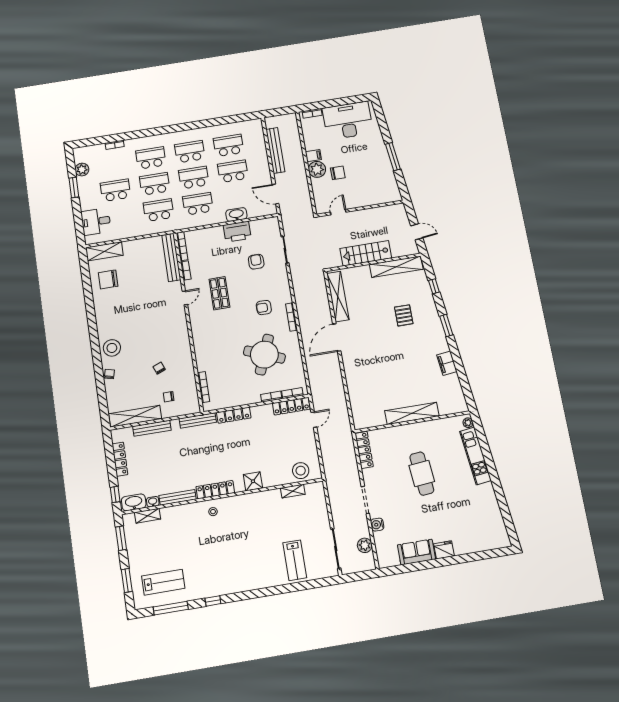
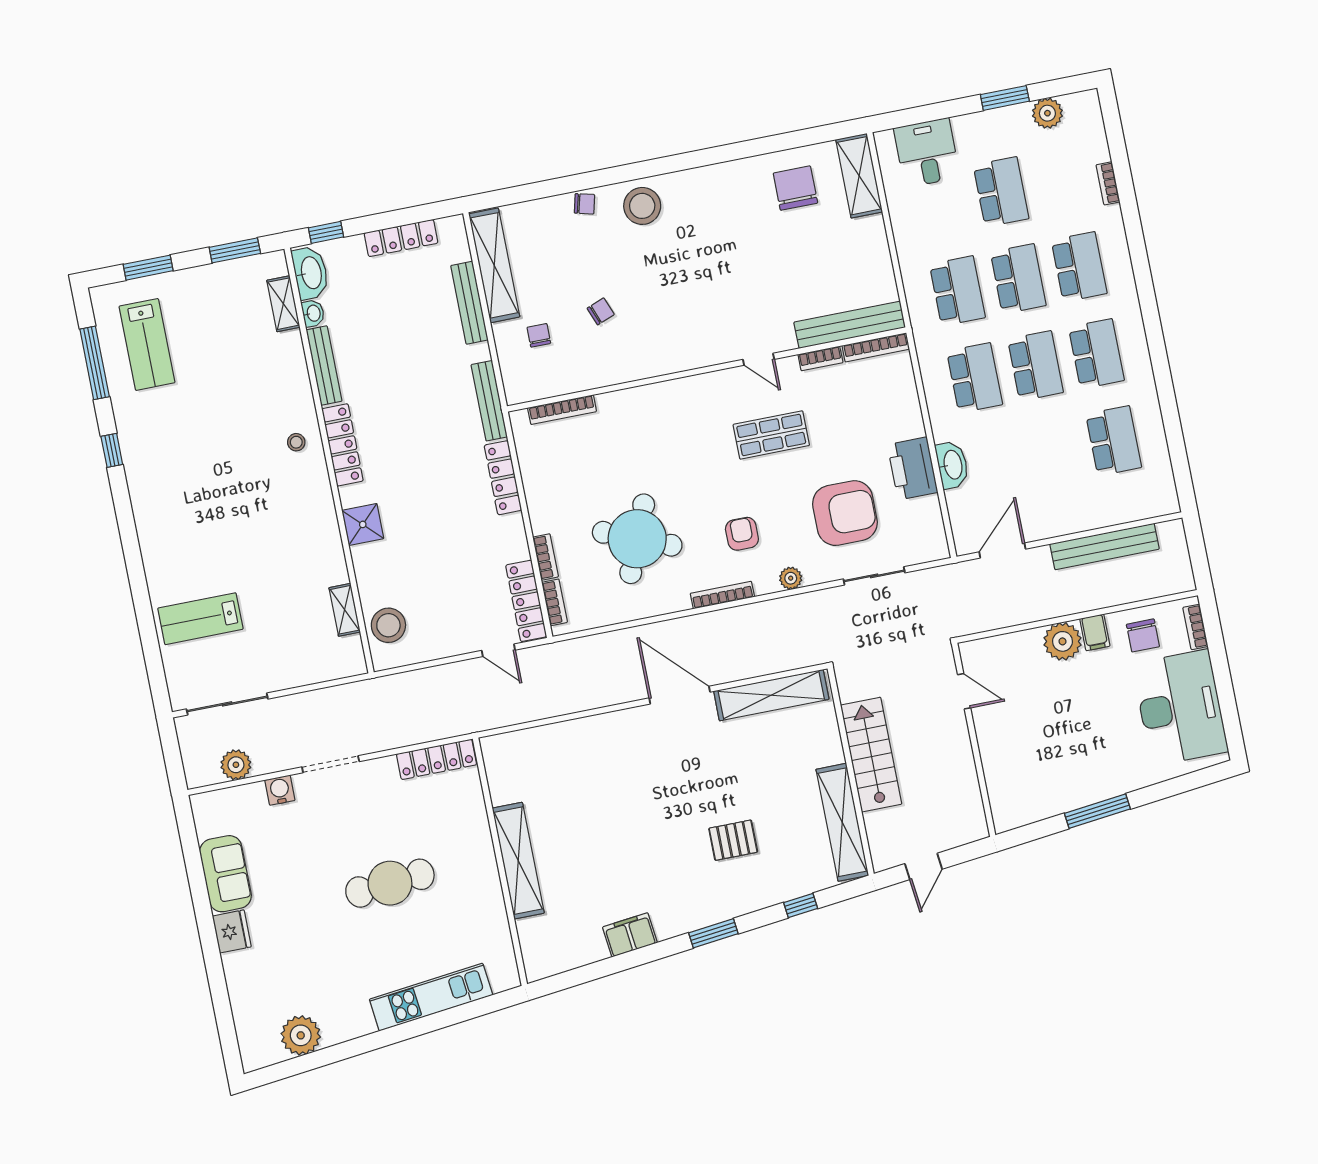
school desk: (233, 171) -> (1053, 453), removed
chair: (338, 173) -> (1143, 635), moved
armchair: (256, 262) -> (845, 513), width x1.88, depth x1.88
plant: (285, 286) -> (791, 578), added
plant: (468, 423) -> (301, 1035), moved, width x1.88, depth x1.88

